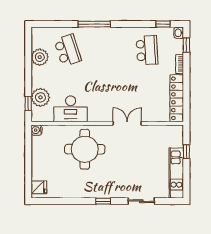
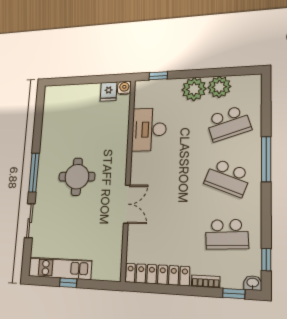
school desk: (107, 50) -> (228, 178), added
plant: (40, 97) -> (194, 89), moved
round table: (85, 149) -> (77, 177), moved, width x0.73, depth x0.73
window: (186, 152) -> (68, 283), moved
fridge: (39, 187) -> (109, 92), moved
window: (103, 201) -> (34, 172), width x2.17

